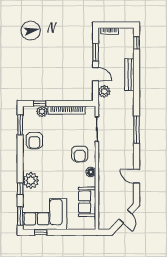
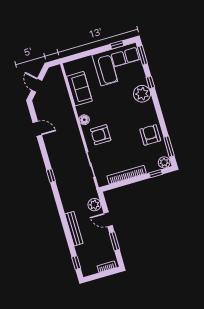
plant: (42, 111) -> (164, 162), moved
window: (137, 130) -> (51, 176), width x0.46
armchair: (80, 154) -> (101, 135), turned -90

